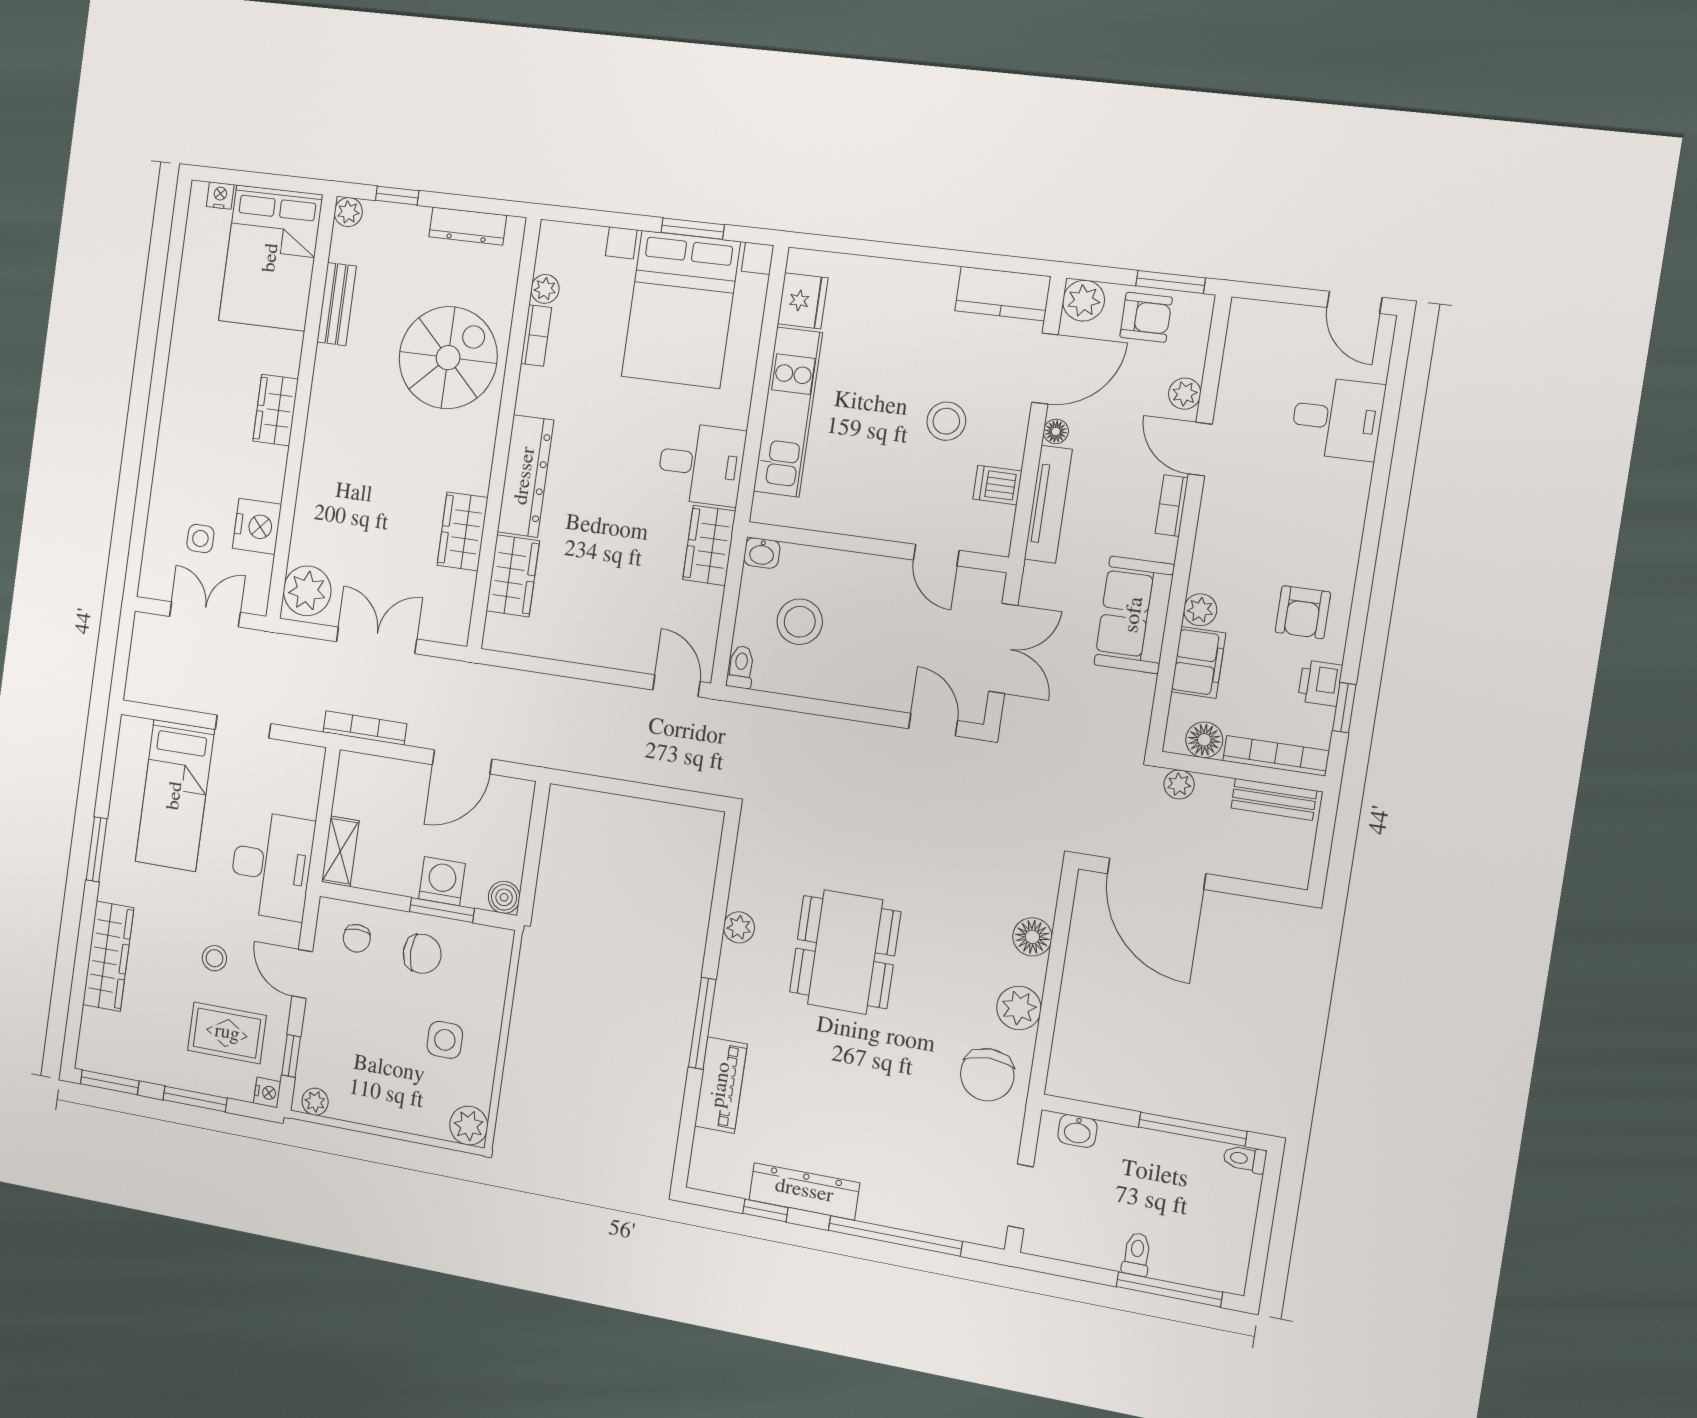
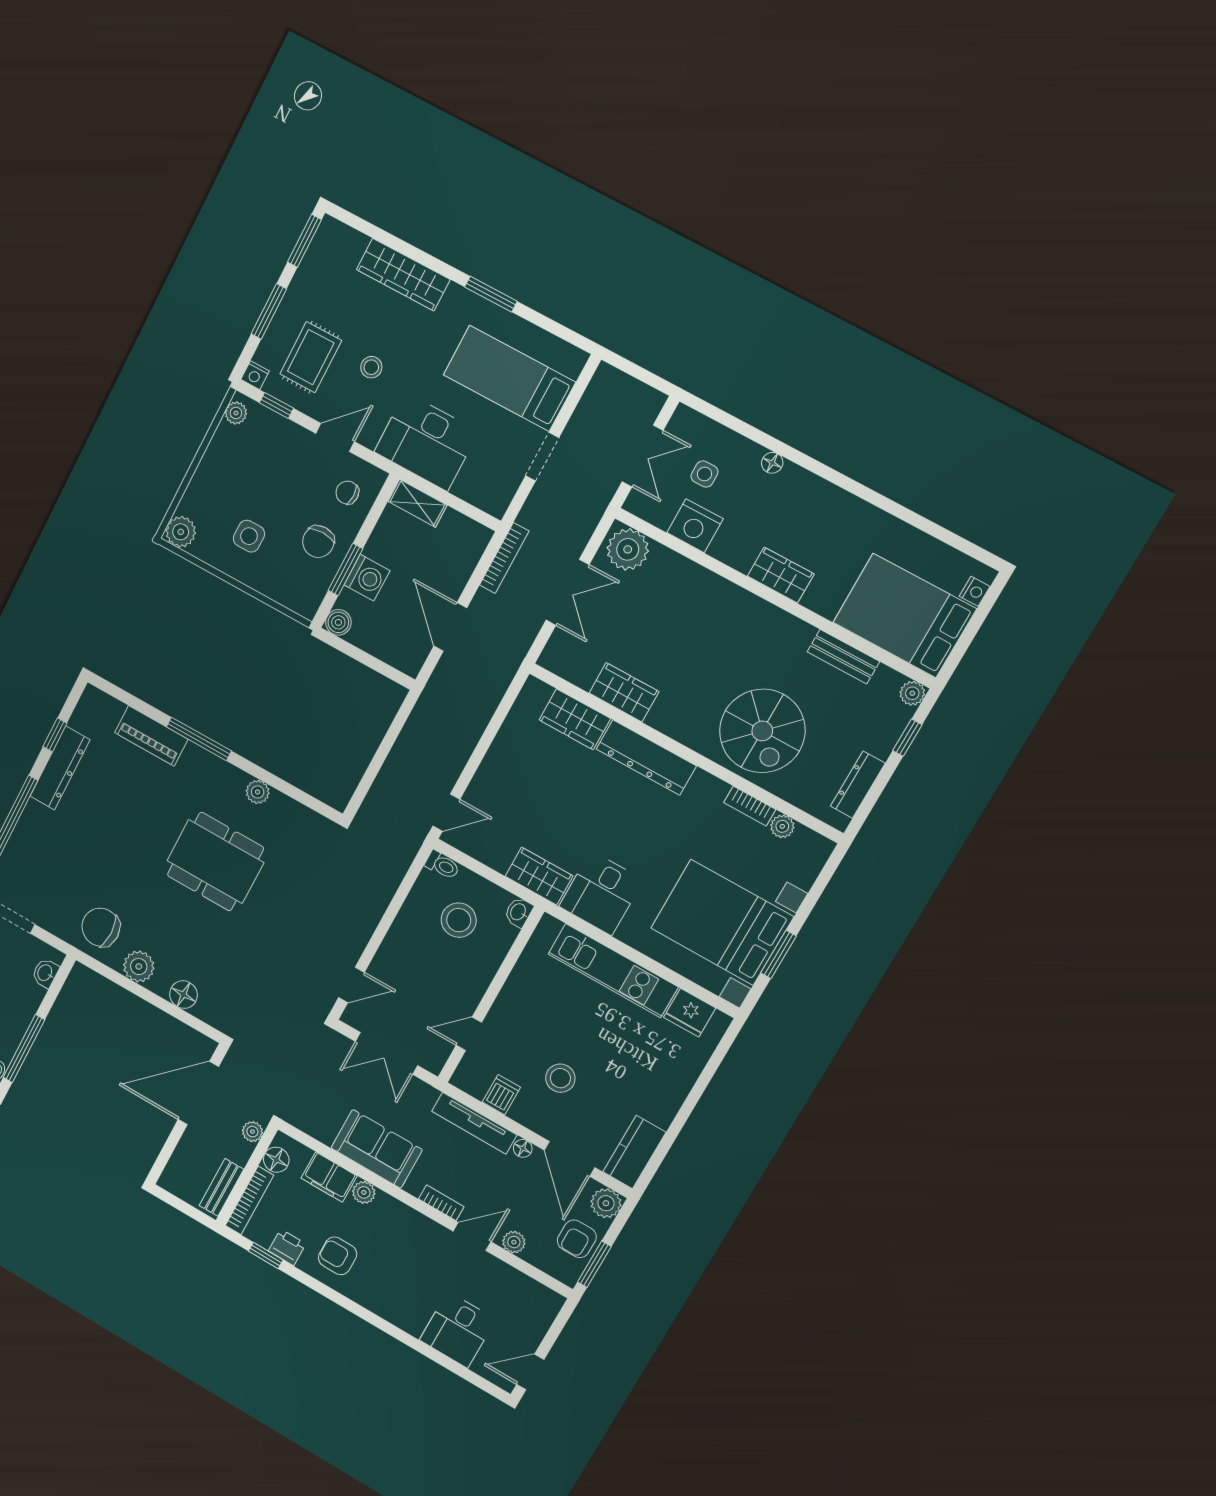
floor lamp: (165, 470) -> (772, 463), added

